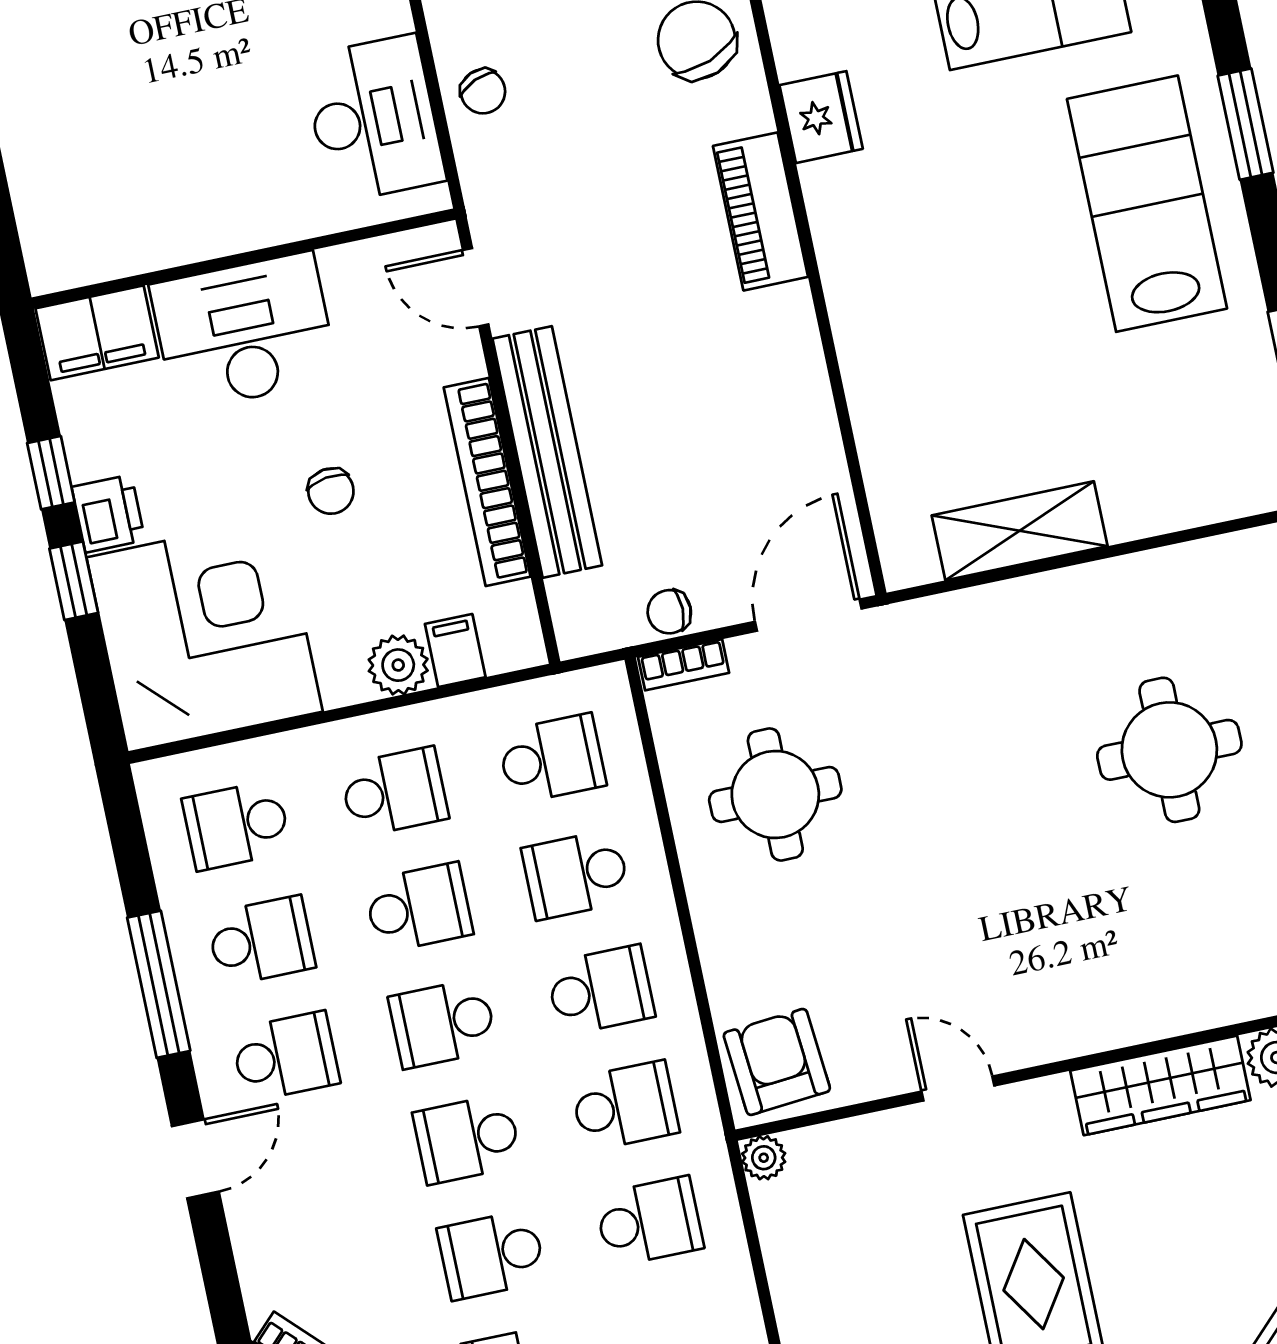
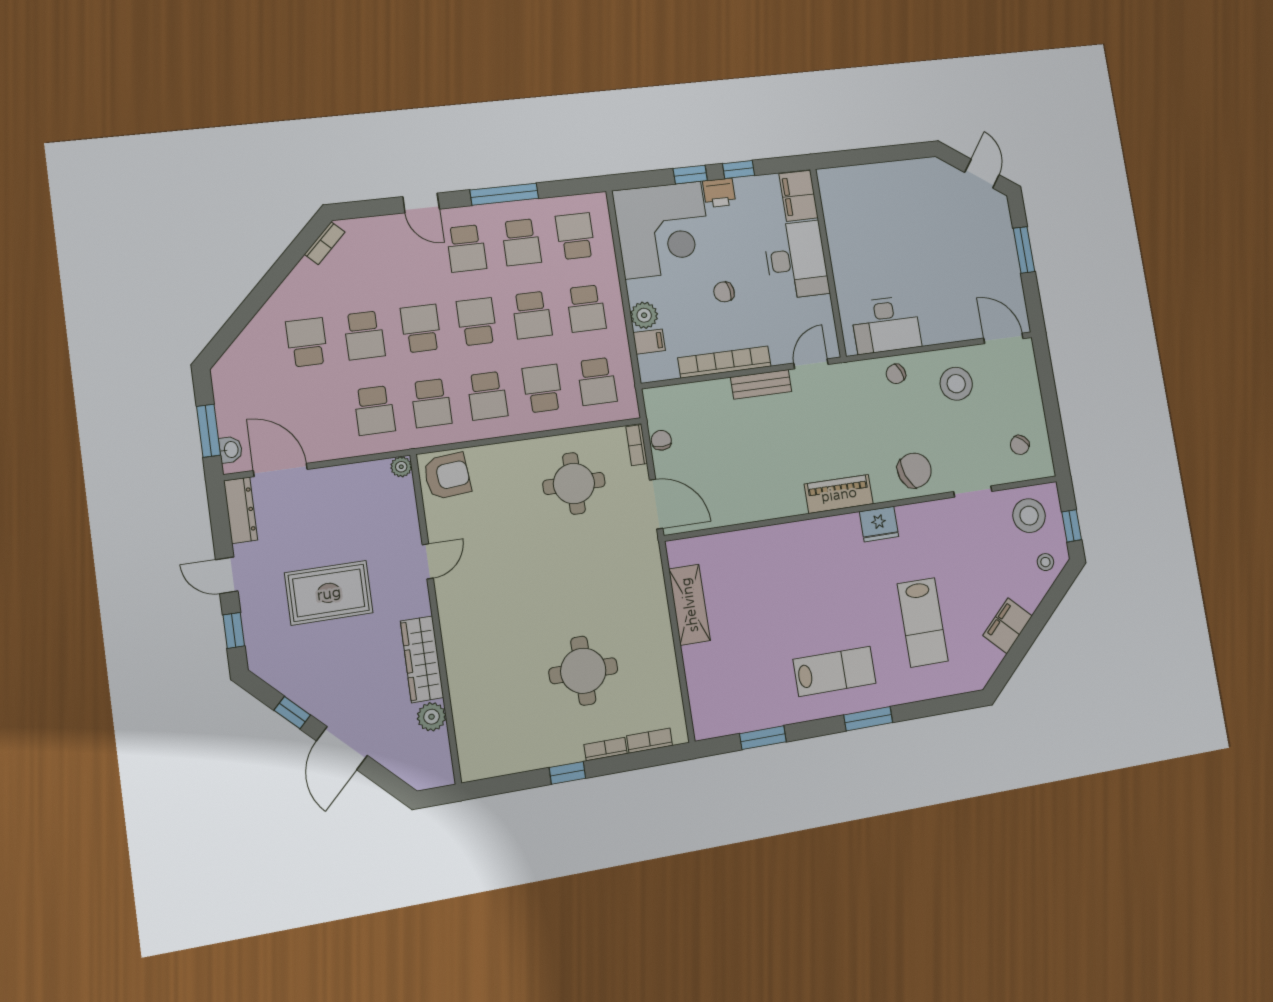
lab bench: (1147, 204) -> (835, 671), width x0.73, depth x0.72
bench: (547, 452) -> (761, 384), width x0.54, depth x0.82
school desk: (492, 1255) -> (364, 335), turned 180

